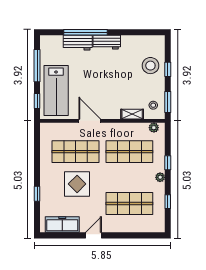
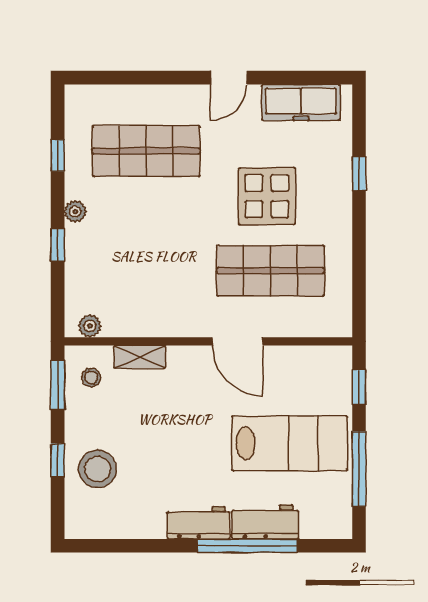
lab bench: (56, 91) -> (290, 443), moved, turned 90
shop shelf: (129, 152) -> (146, 271), removed

